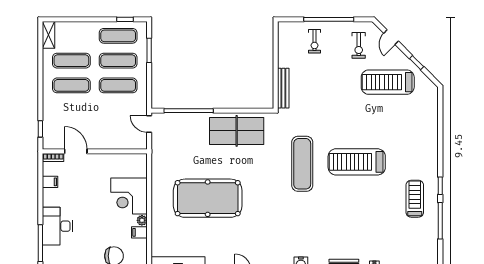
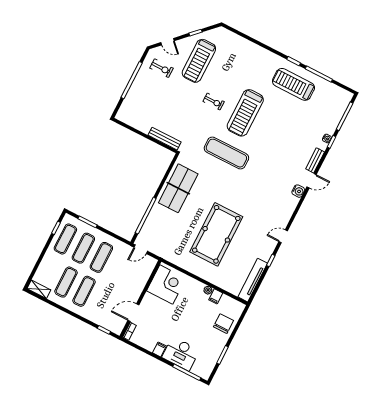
exercise bike: (315, 41) -> (214, 102), moved
filing cabinet: (50, 182) -> (159, 349), moved
corner desk: (129, 196) -> (166, 285), moved, turned -90
treadmill: (415, 199) -> (293, 84), width x1.37, depth x1.38

